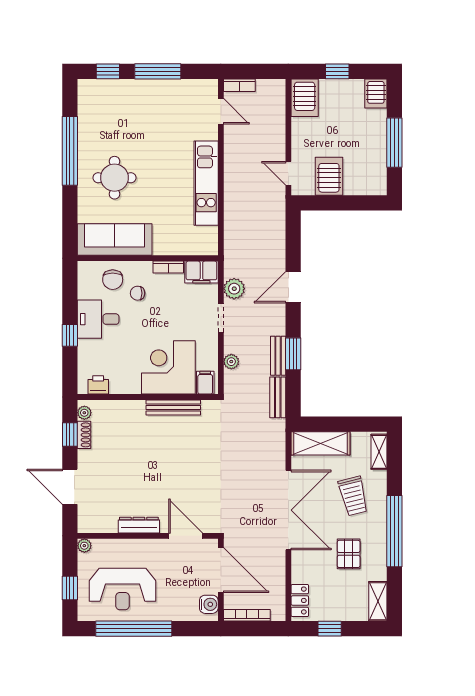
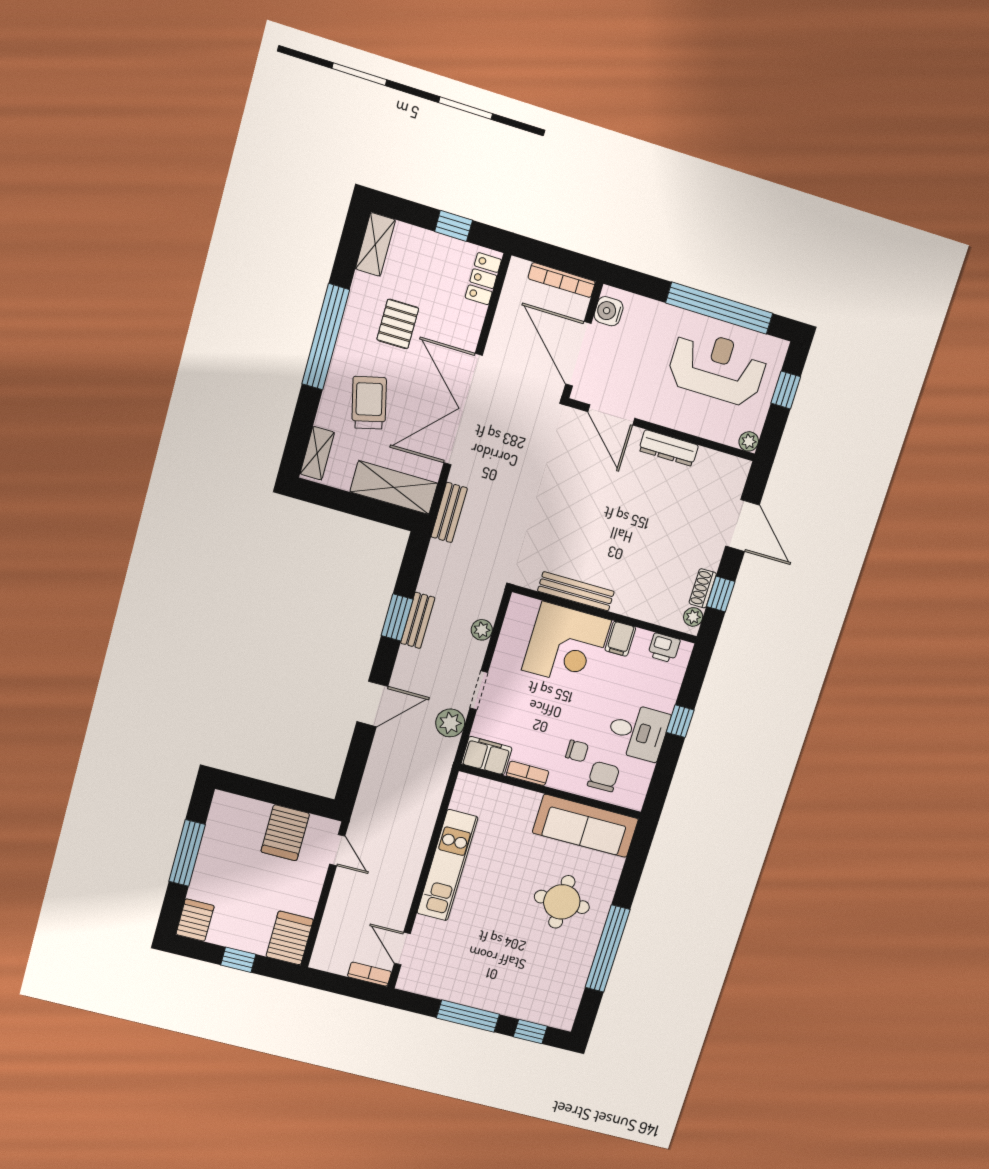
filing cabinet: (205, 383) -> (620, 639), moved
bench: (278, 397) -> (449, 512), moved

